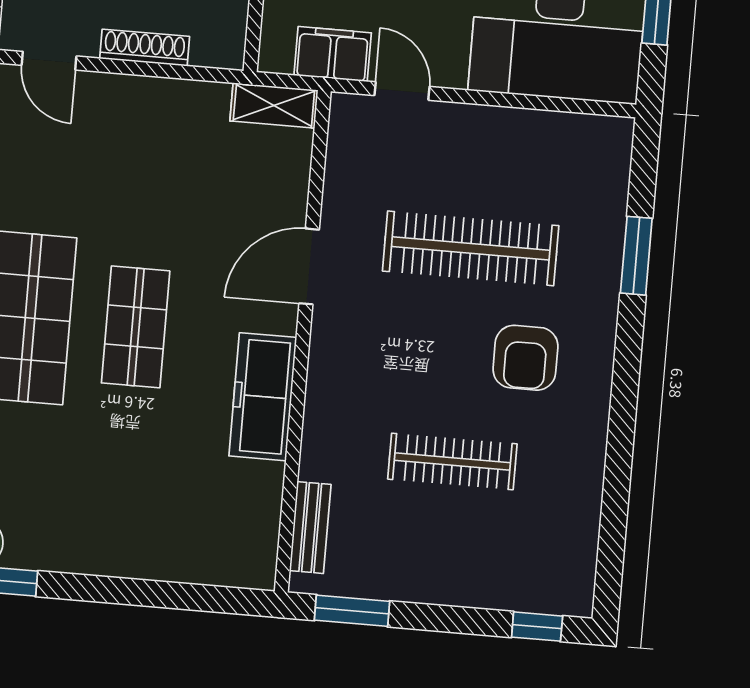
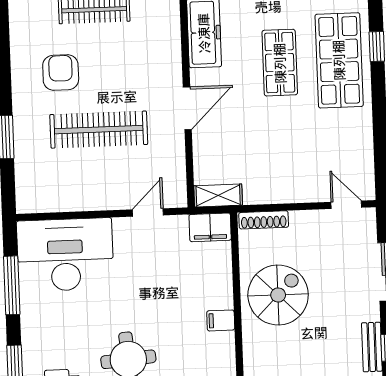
shoe rack: (145, 48) -> (264, 220), moved
filing cabinet: (333, 54) -> (210, 227), moved
door: (402, 91) -> (148, 212), swing flipped

